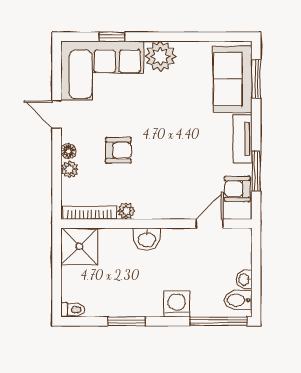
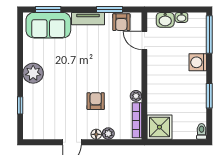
corner sofa: (102, 70) -> (43, 112), removed
washbasin: (147, 239) -> (165, 20), moved, turned 90
bidet: (238, 300) -> (195, 22), removed

